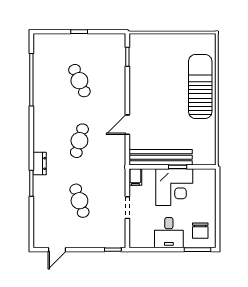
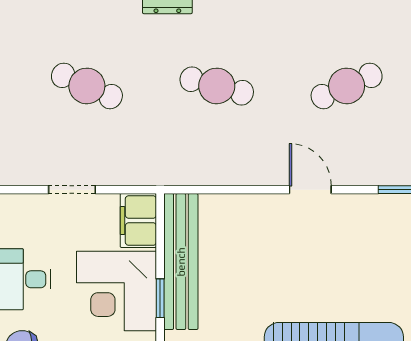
door: (127, 125) -> (310, 190), moved
filing cabinet: (135, 177) -> (138, 221), width x2.00
cafe table: (79, 201) -> (87, 86), turned 42

